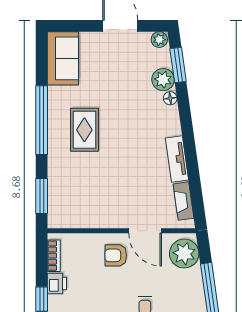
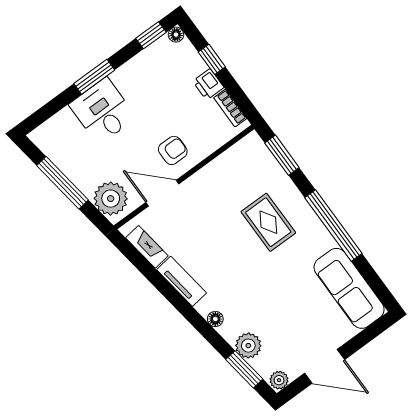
sofa: (63, 58) -> (349, 288), width x1.36
floor lamp: (170, 98) -> (215, 319), moved
rug: (84, 130) -> (268, 222), moved

